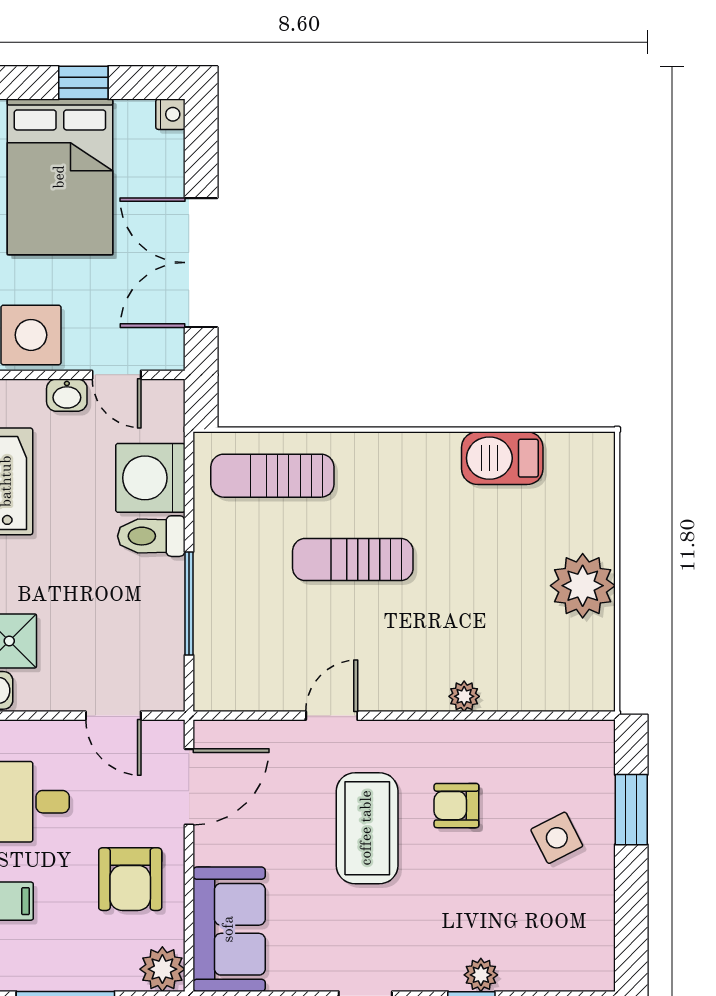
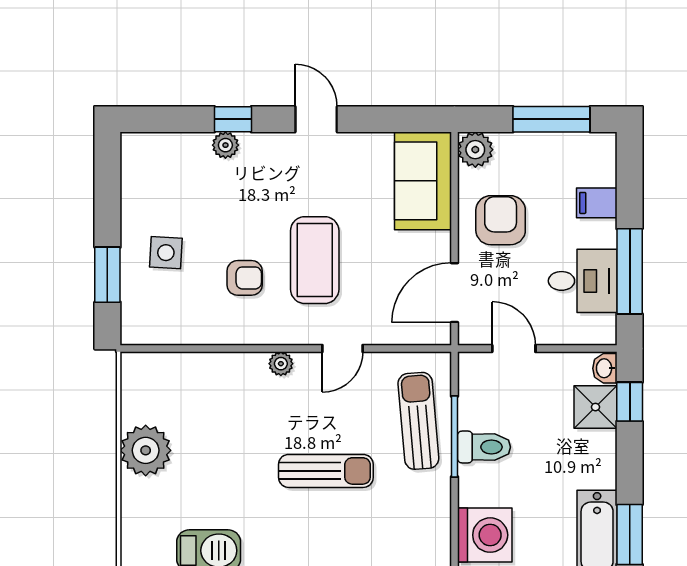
sun lounger: (272, 476) -> (418, 421), moved, turned -95
toilet: (151, 536) -> (484, 447), moved
plant: (464, 696) -> (281, 364), moved
side table: (557, 838) -> (166, 253), turned 30

